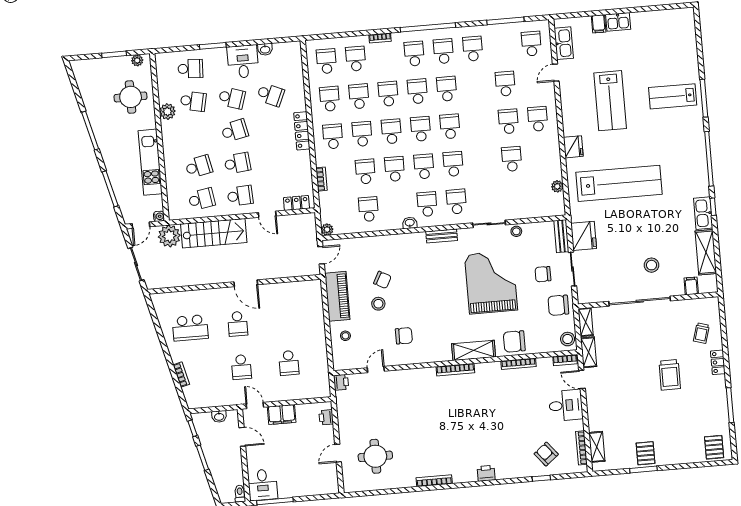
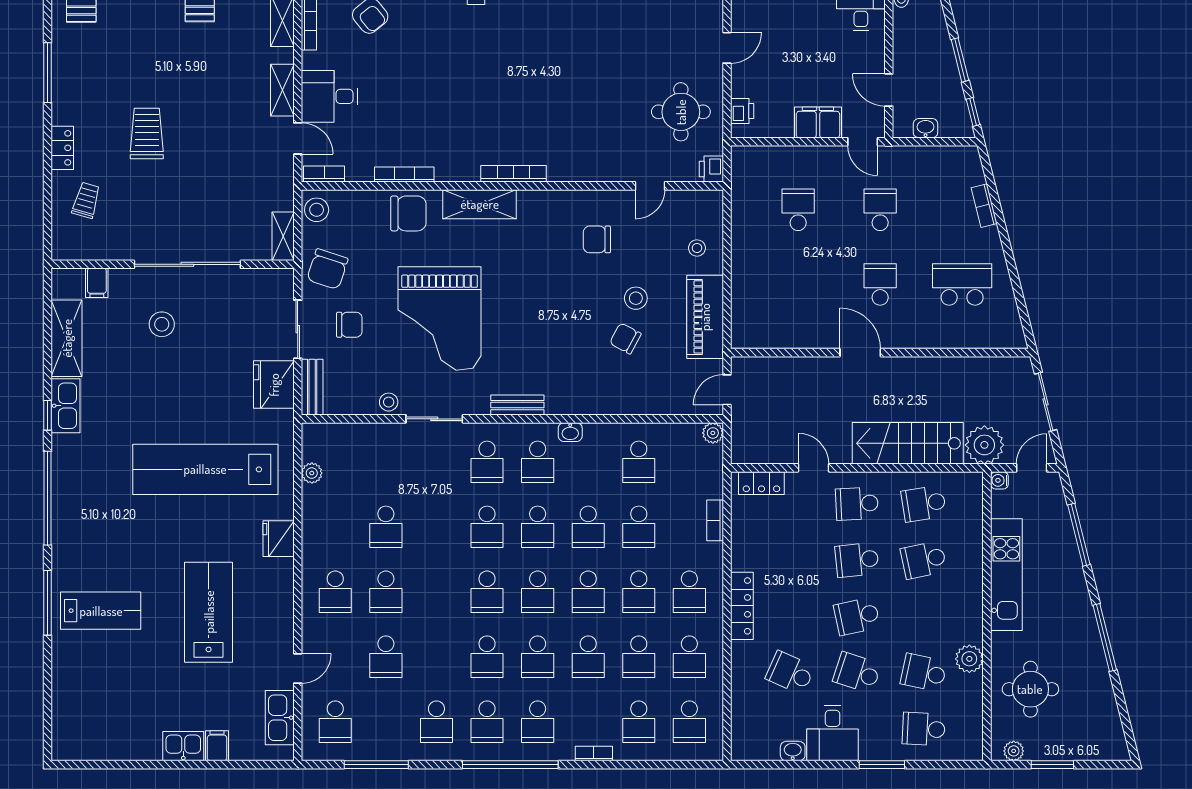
chair: (558, 305) -> (327, 269), turned 108
shelving: (589, 352) -> (282, 90), moved
round table: (375, 456) -> (681, 112), moved

